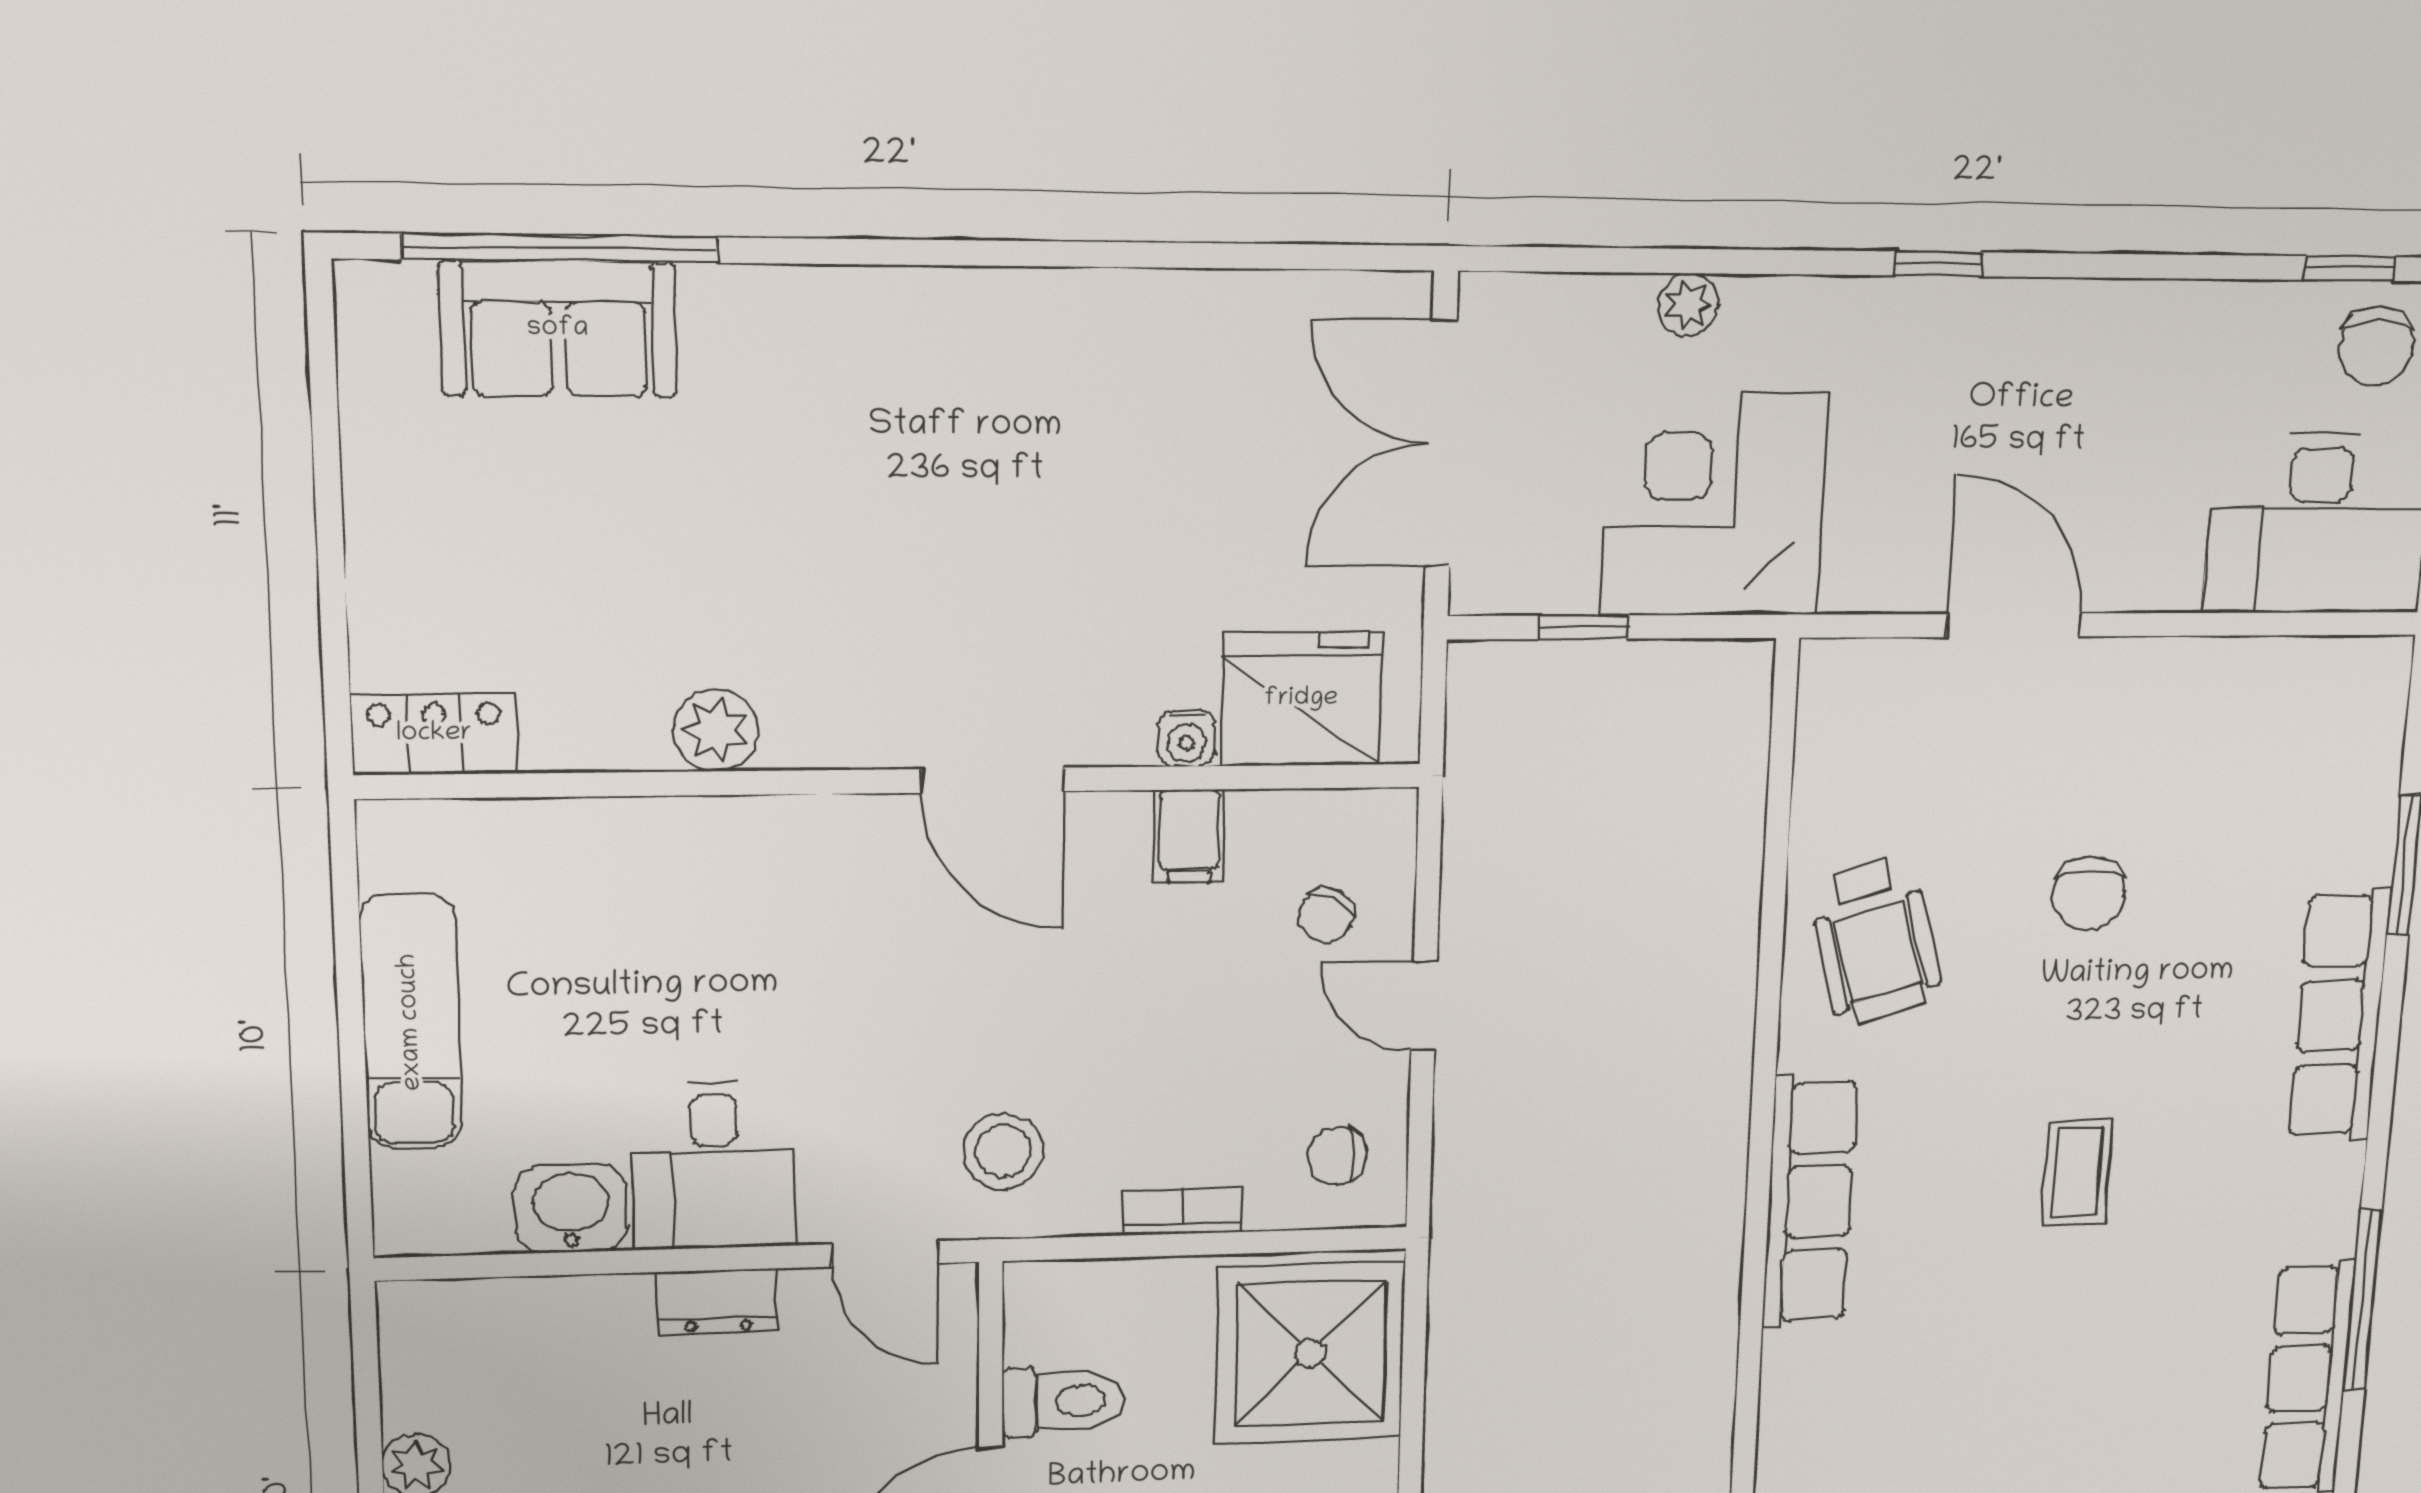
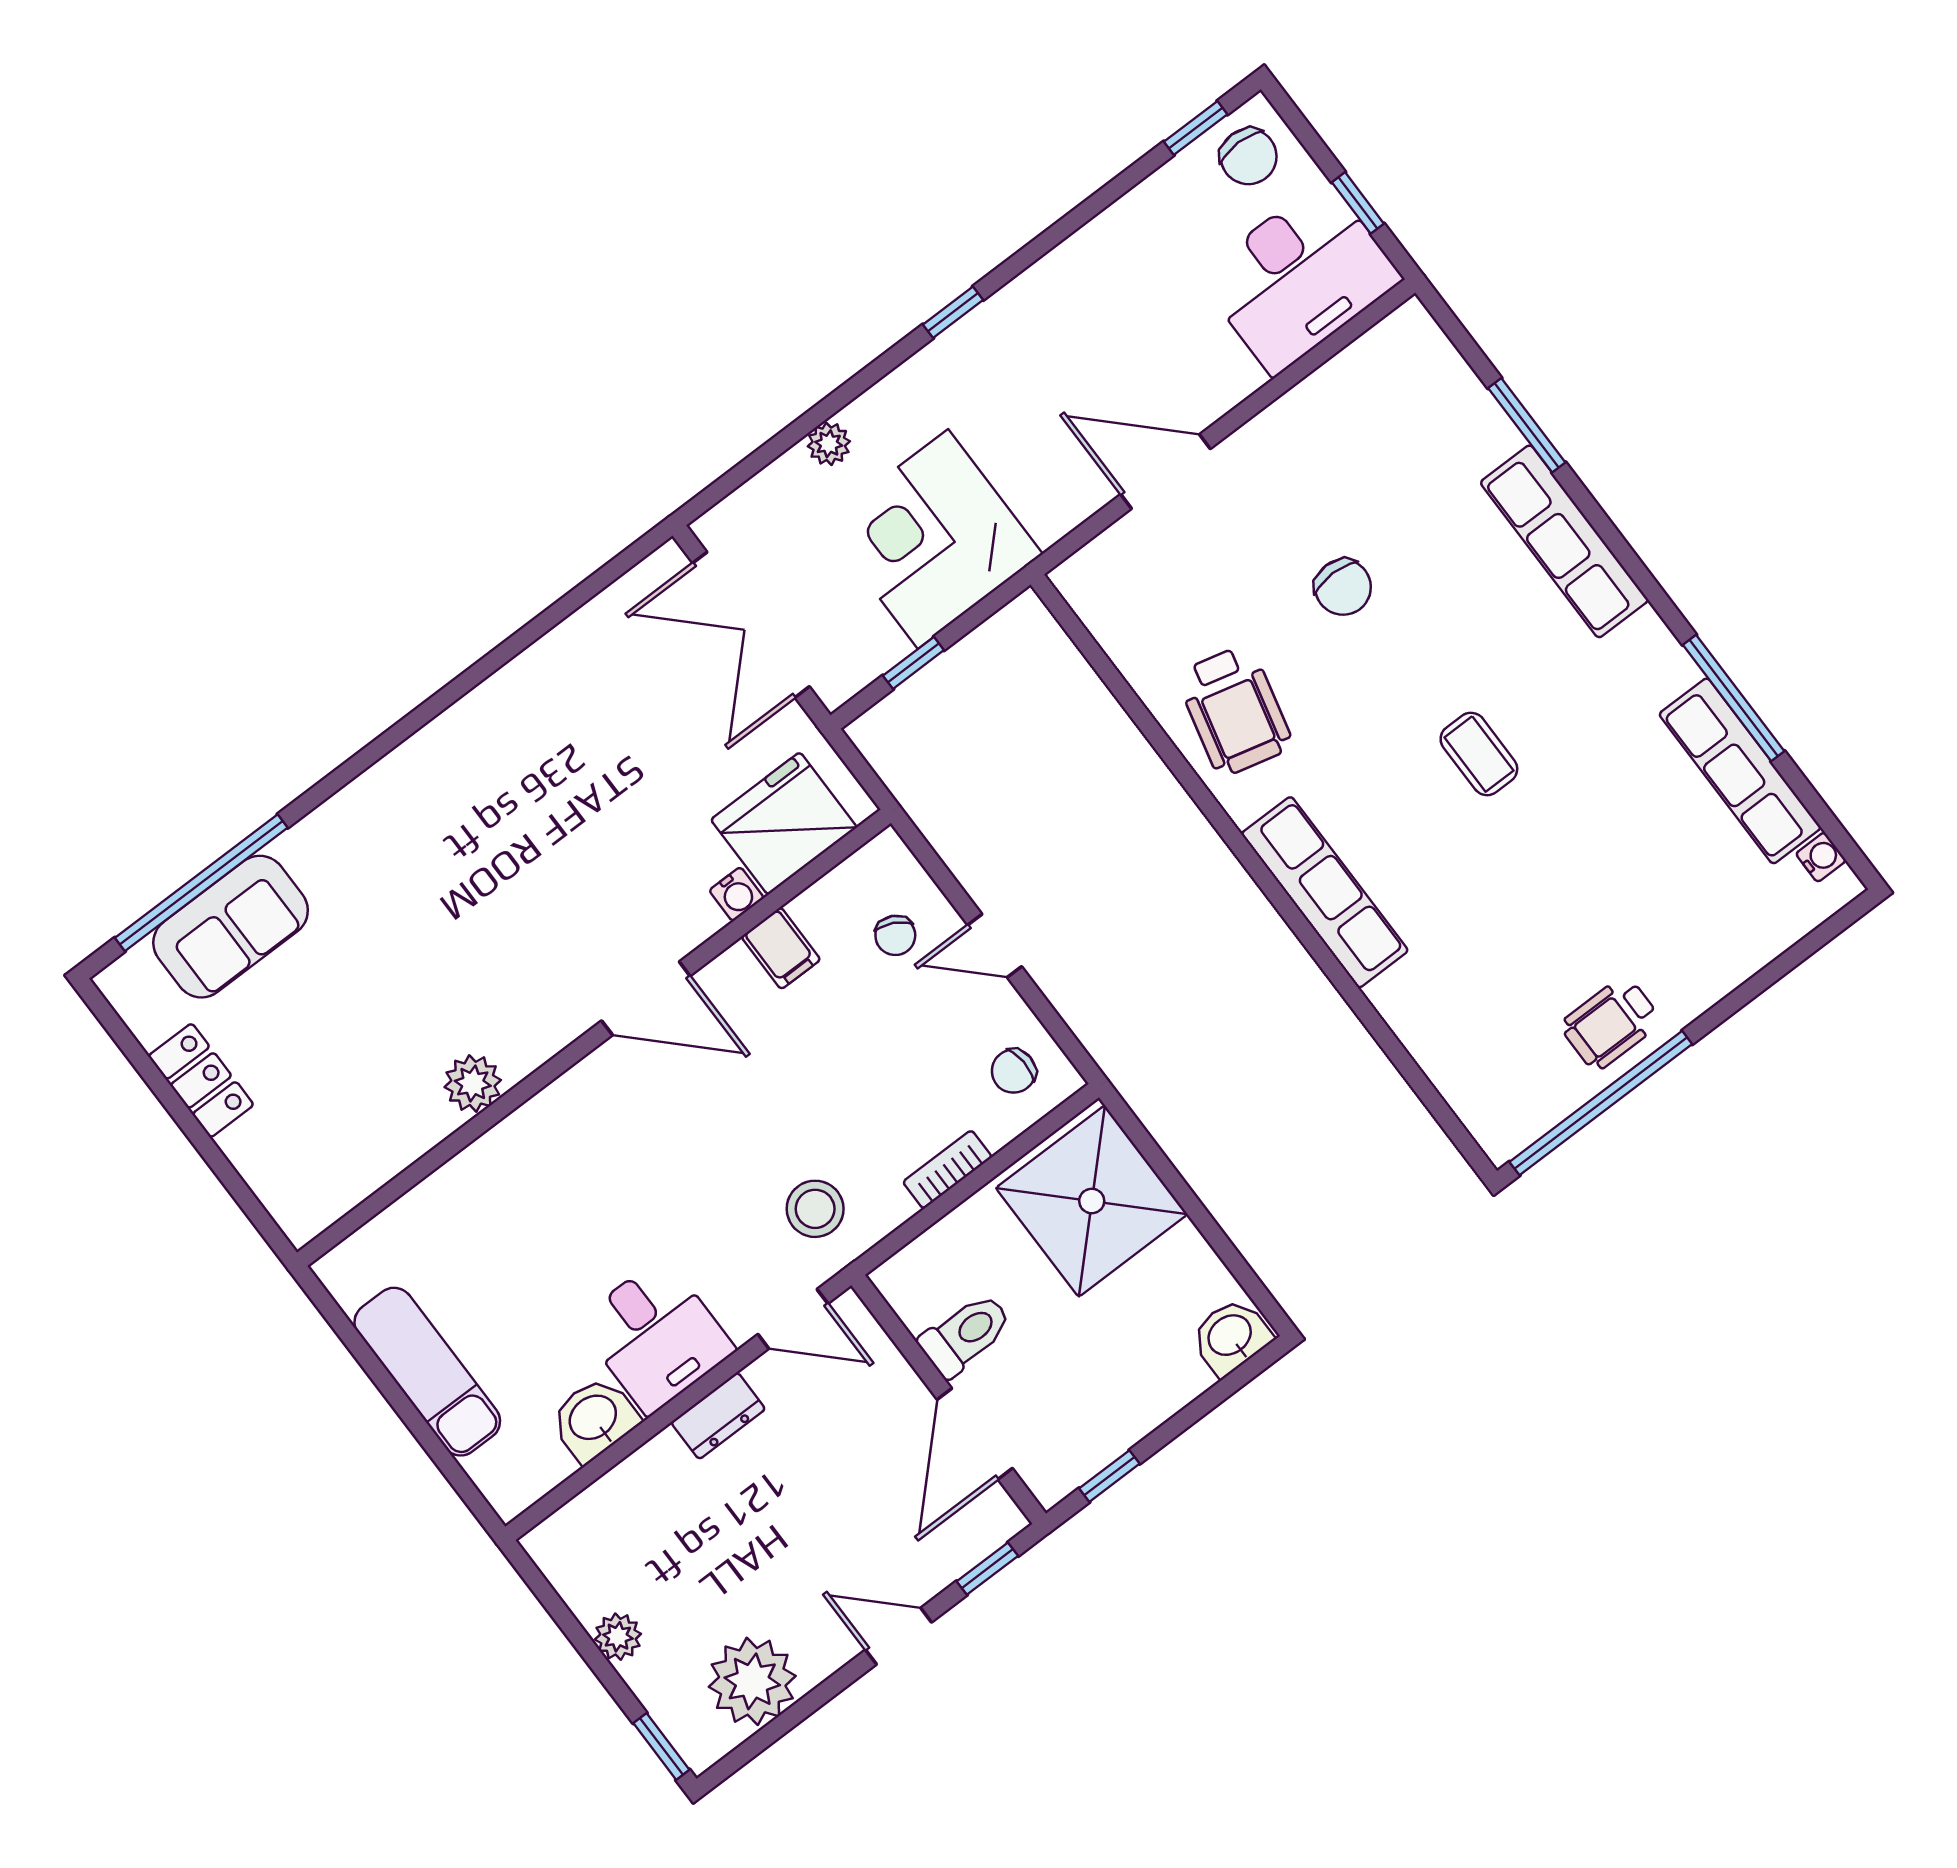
locker: (434, 734) -> (201, 1080), moved, turned 90
wheelchair: (1875, 941) -> (1235, 711), turned 30

